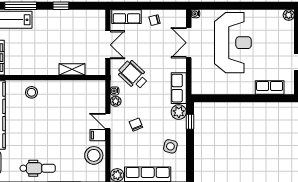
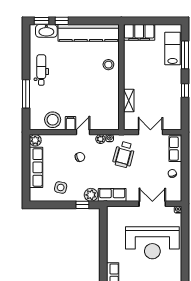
double door: (108, 45) -> (150, 132), swing flipped
wheelchair: (133, 75) -> (124, 155), turned 152
dental chair: (38, 168) -> (41, 70), turned 180

